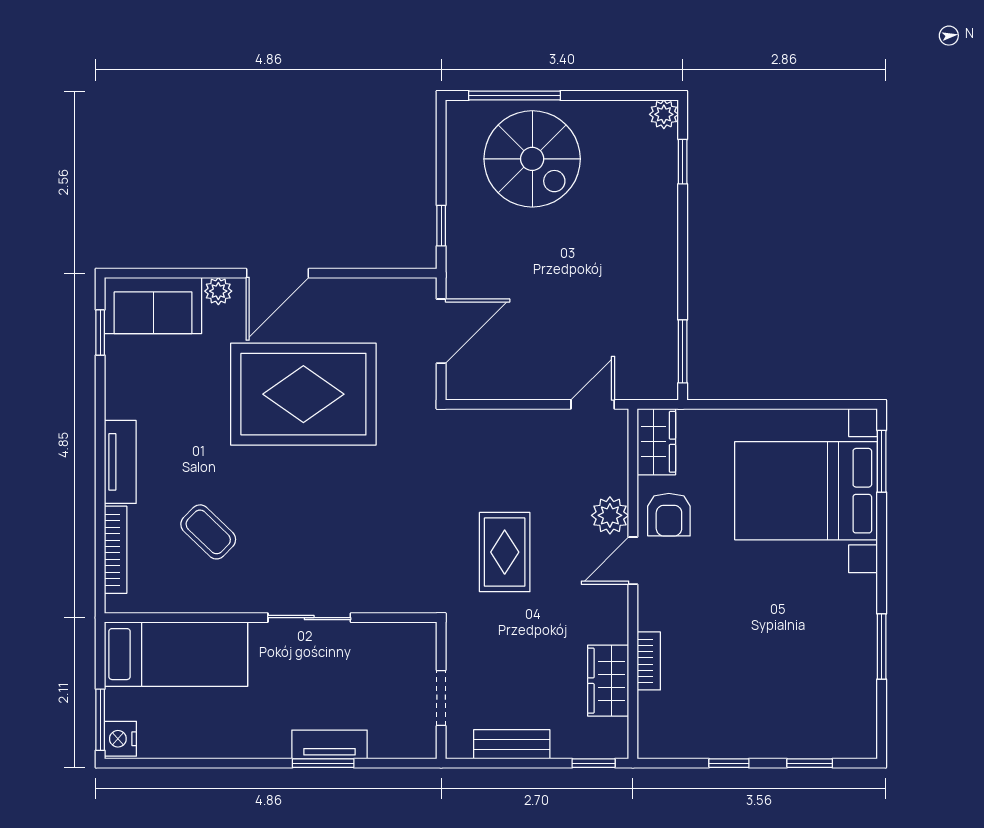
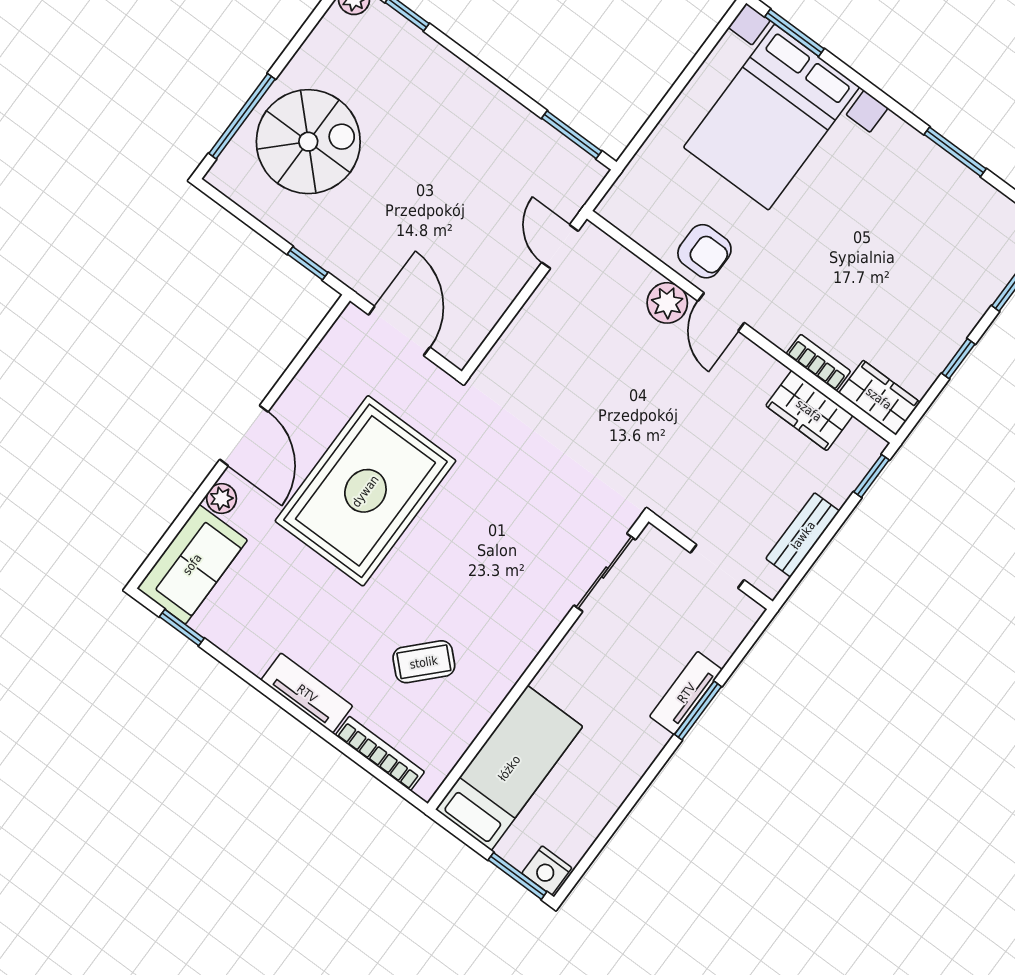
wardrobe: (656, 442) -> (879, 398), moved
rug: (505, 552) -> (631, 418), removed
sliding door: (309, 618) -> (605, 573), moved

